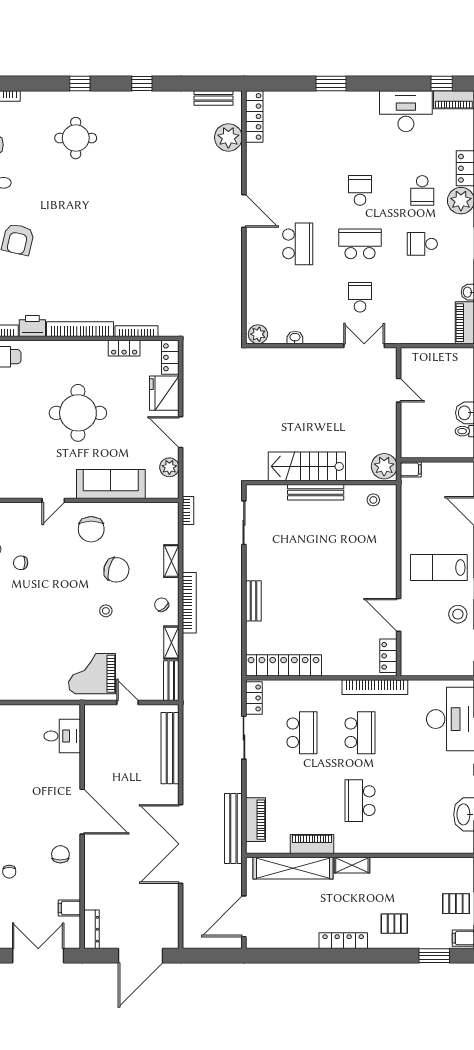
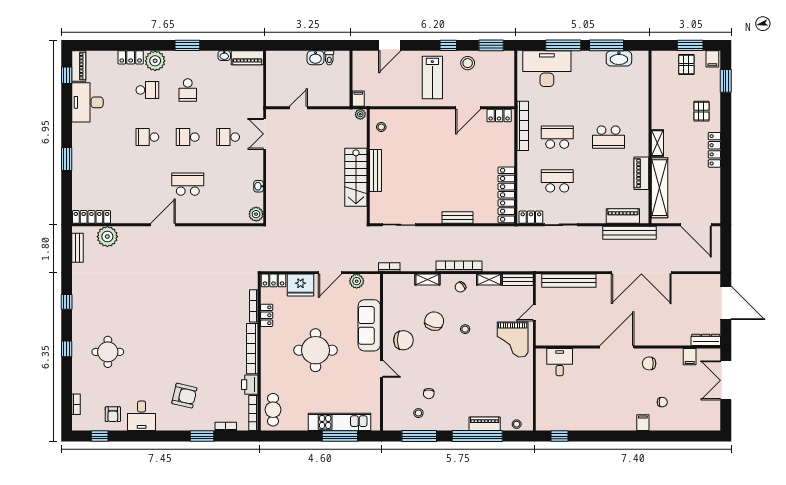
school desk: (360, 244) -> (188, 137), width x0.54
plant: (384, 466) -> (360, 114), width x0.53, depth x0.53

